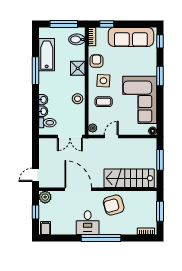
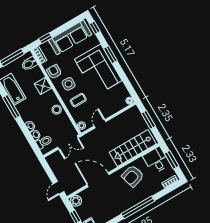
corner sofa: (140, 100) -> (98, 70), moved
desk: (88, 223) -> (156, 160), moved, turned 180

